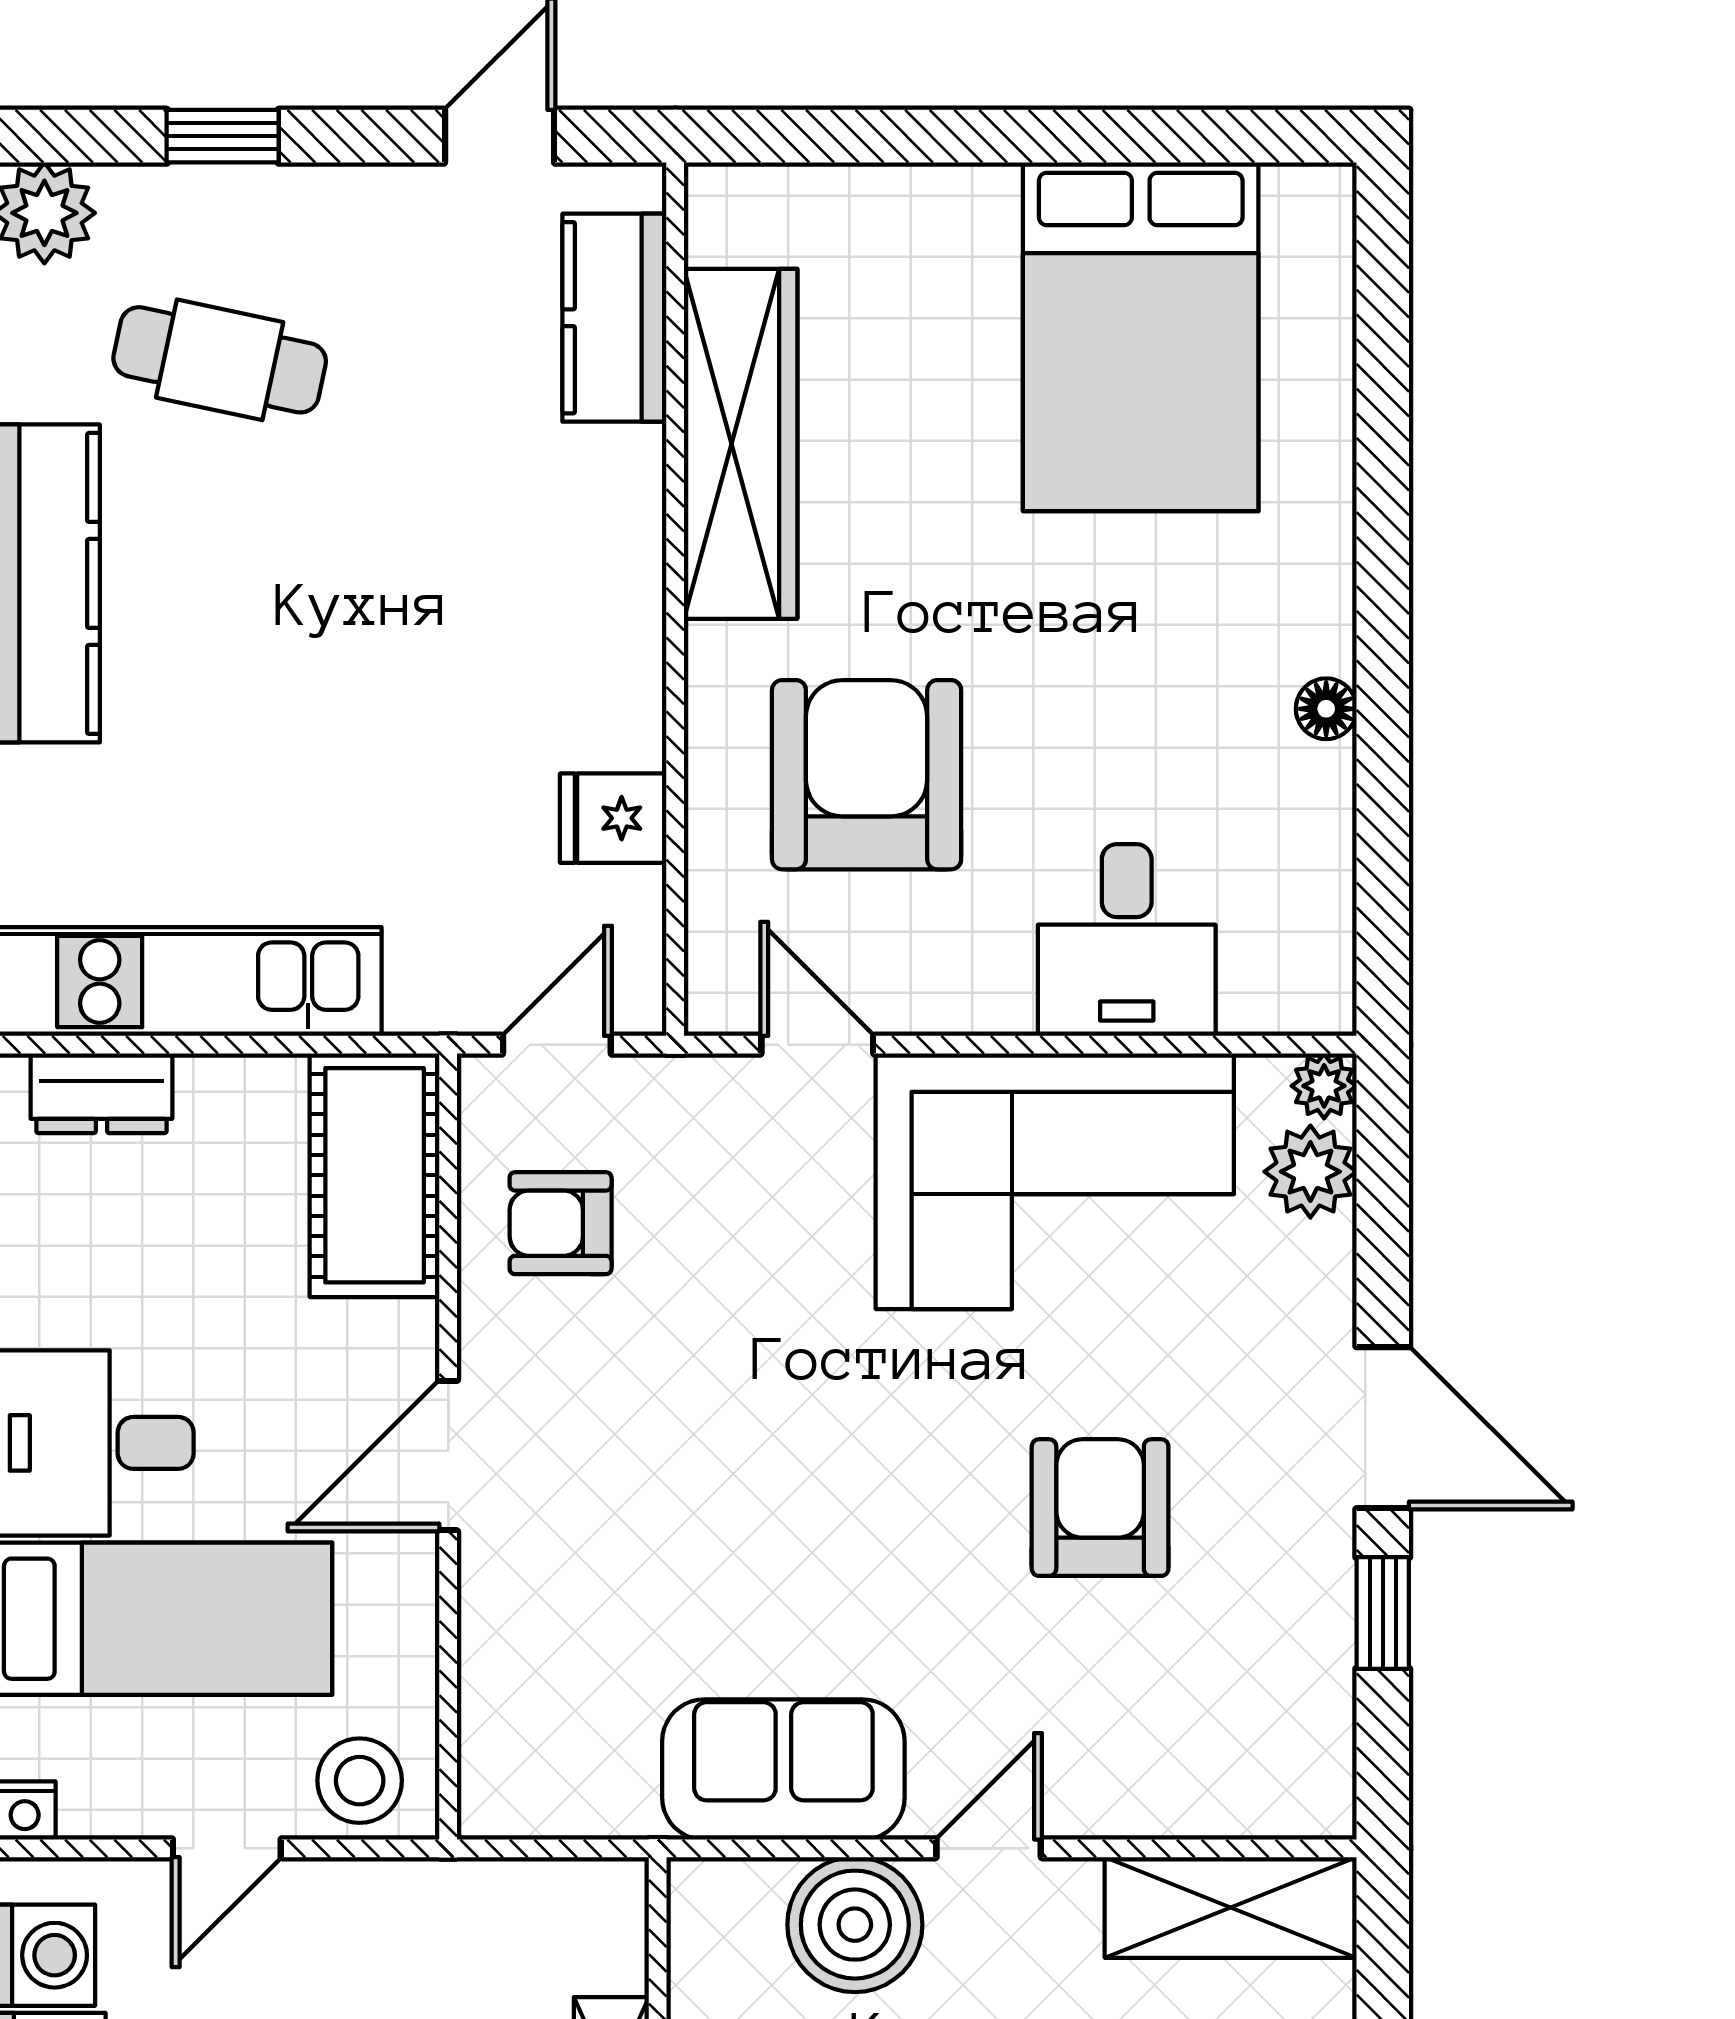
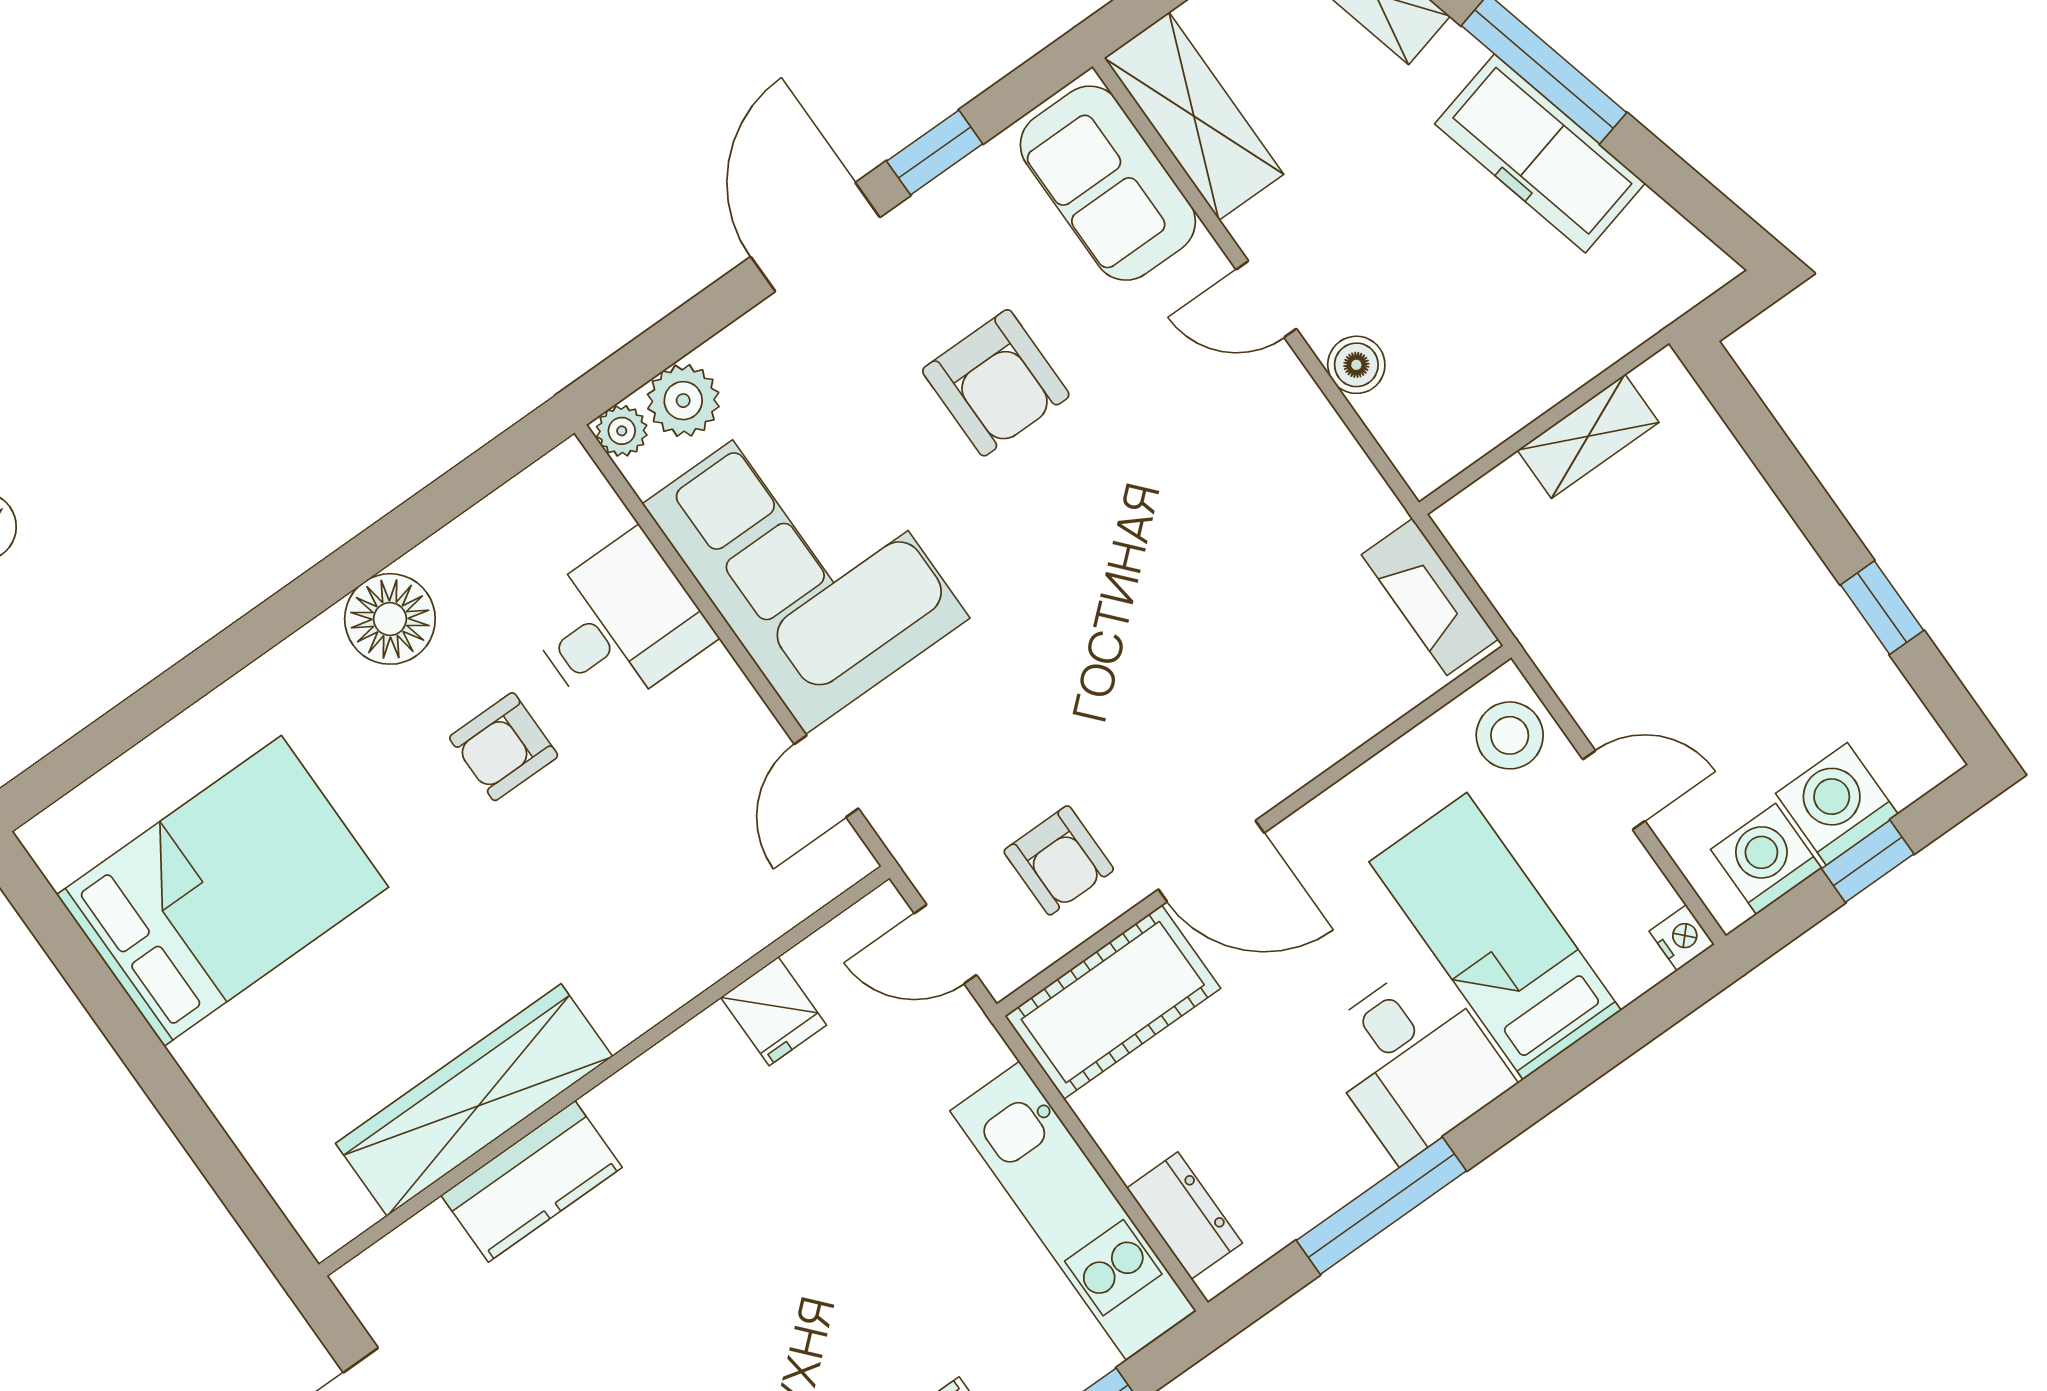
kitchen counter: (614, 318) -> (532, 1181), moved
floor lamp: (1326, 709) -> (390, 619), width x1.89, depth x1.89
armchair: (867, 775) -> (504, 747), moved, width x0.53, depth x0.53
door: (448, 1456) -> (1211, 861), moved
armchair: (1100, 1508) -> (996, 383), turned -90
sofa: (783, 1769) -> (1108, 183), moved
fireplace: (561, 1799) -> (1430, 597), added
boiler: (855, 1925) -> (1356, 365), width x0.54, depth x0.54

